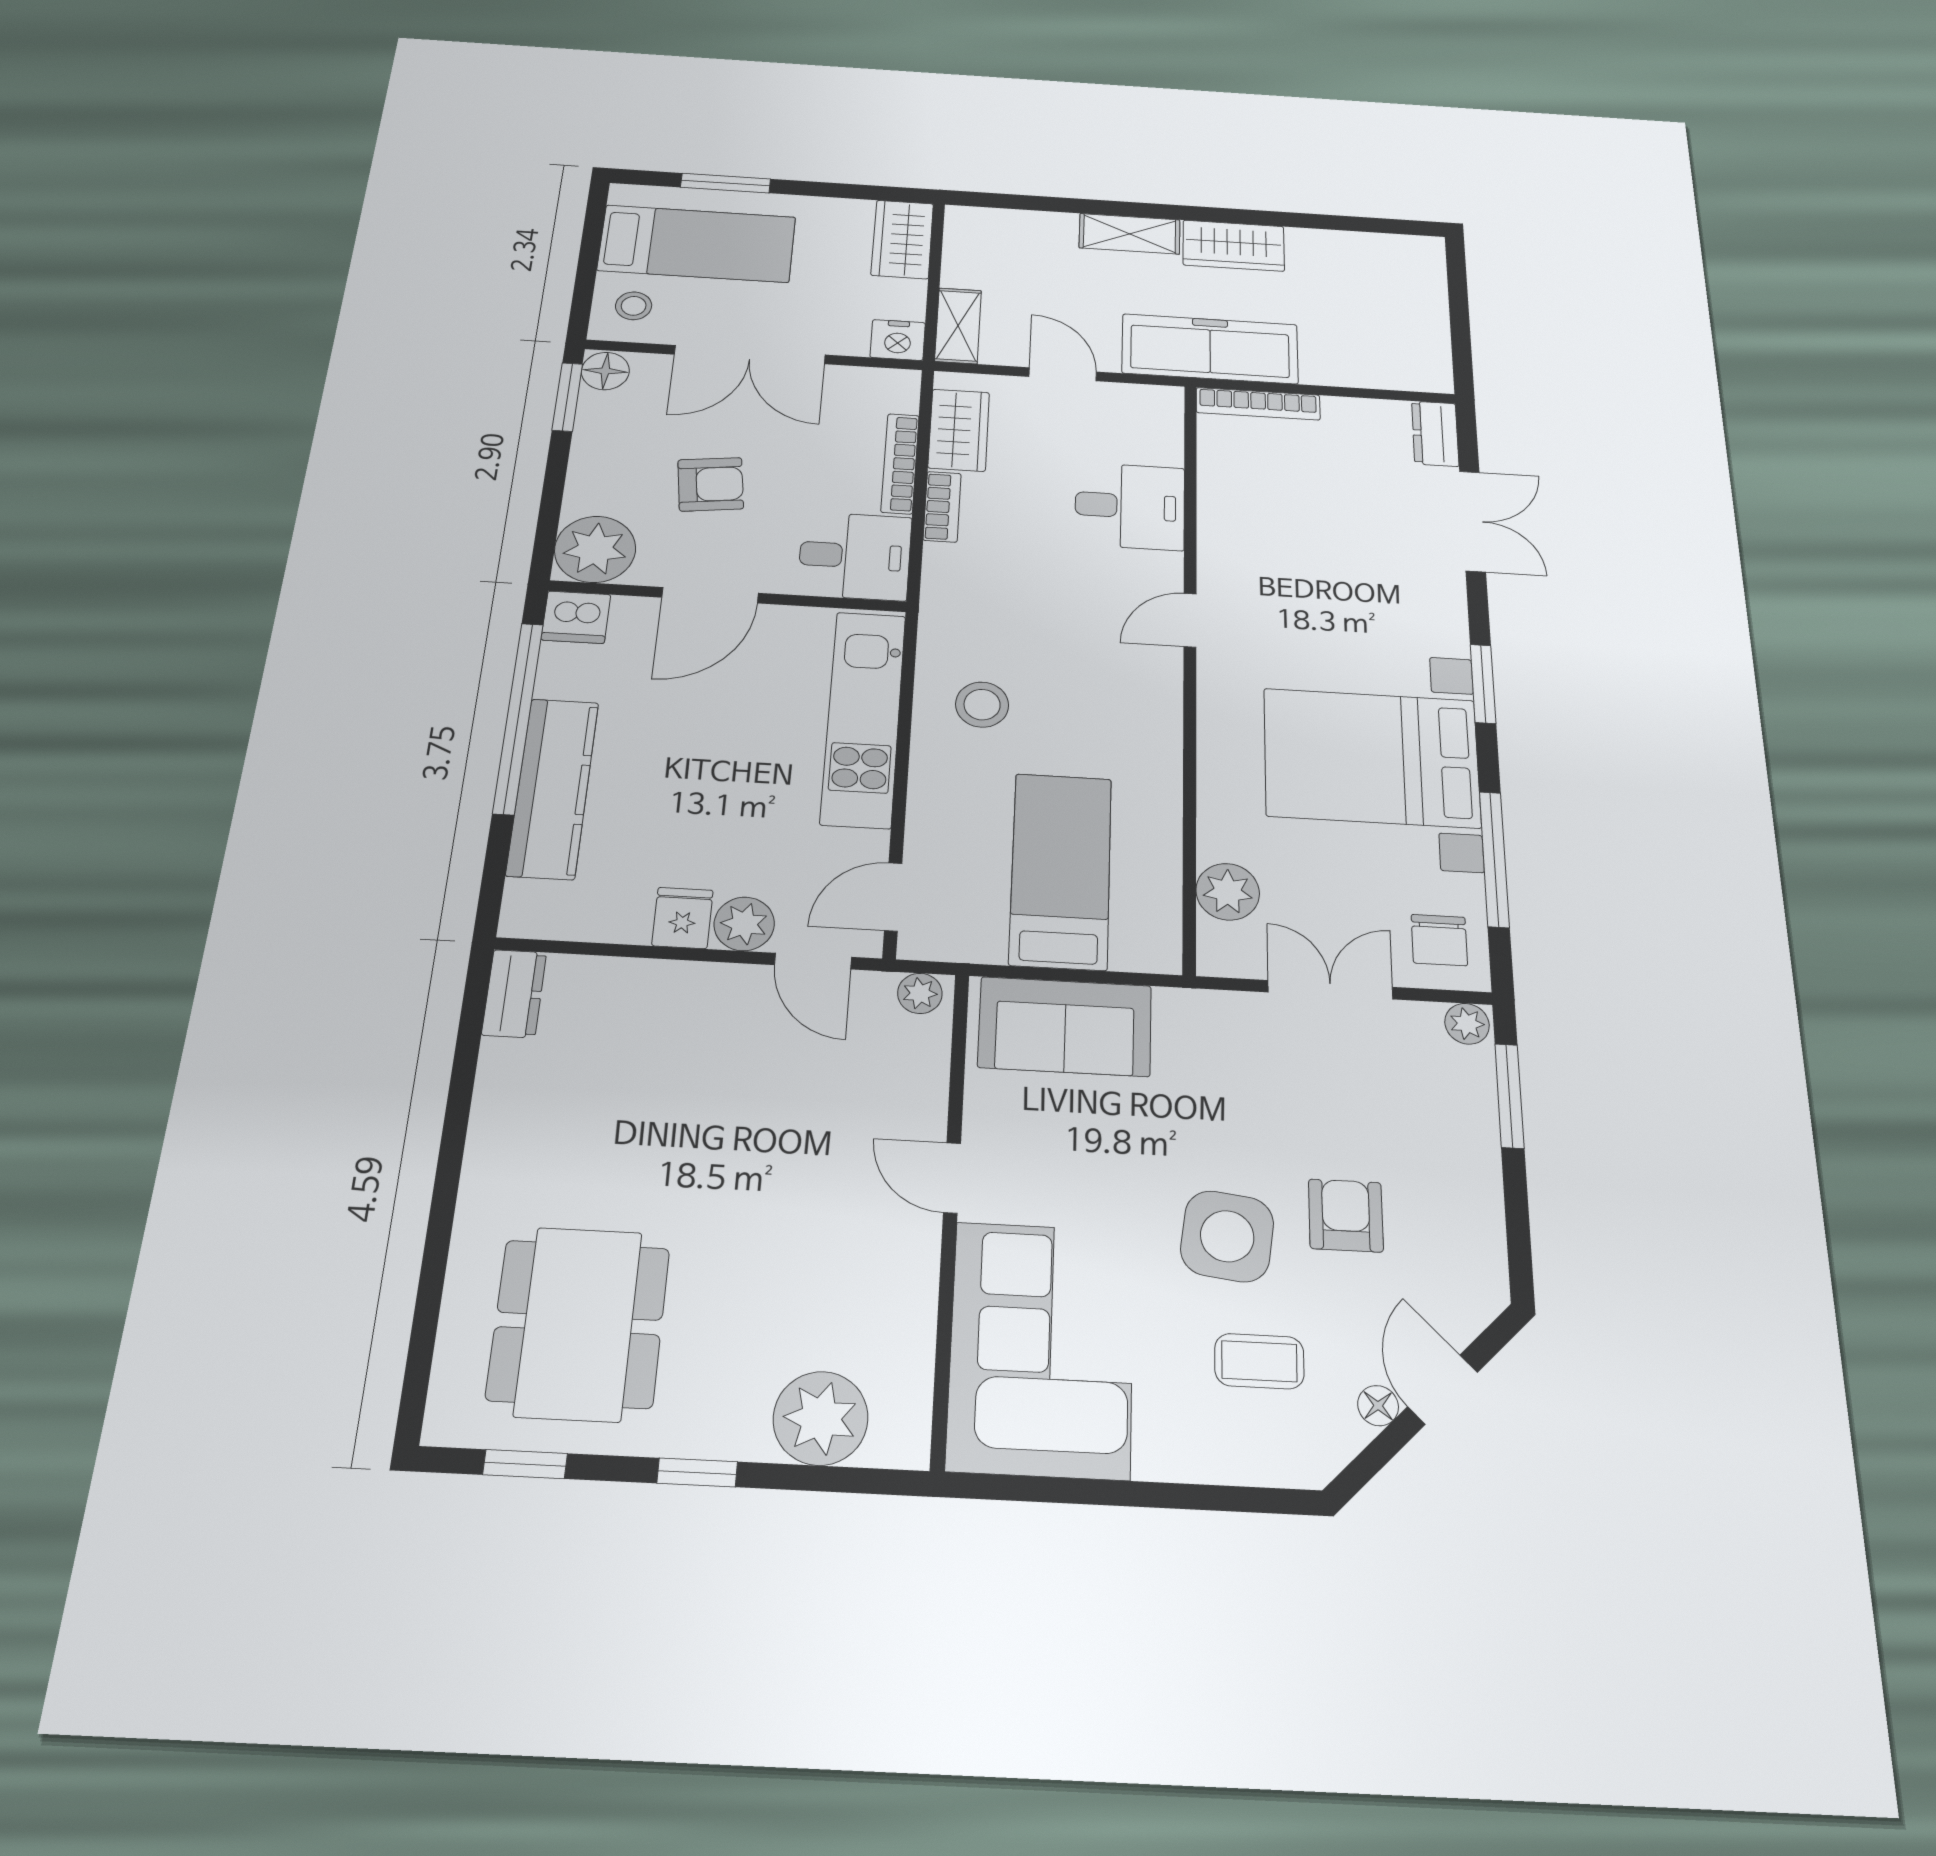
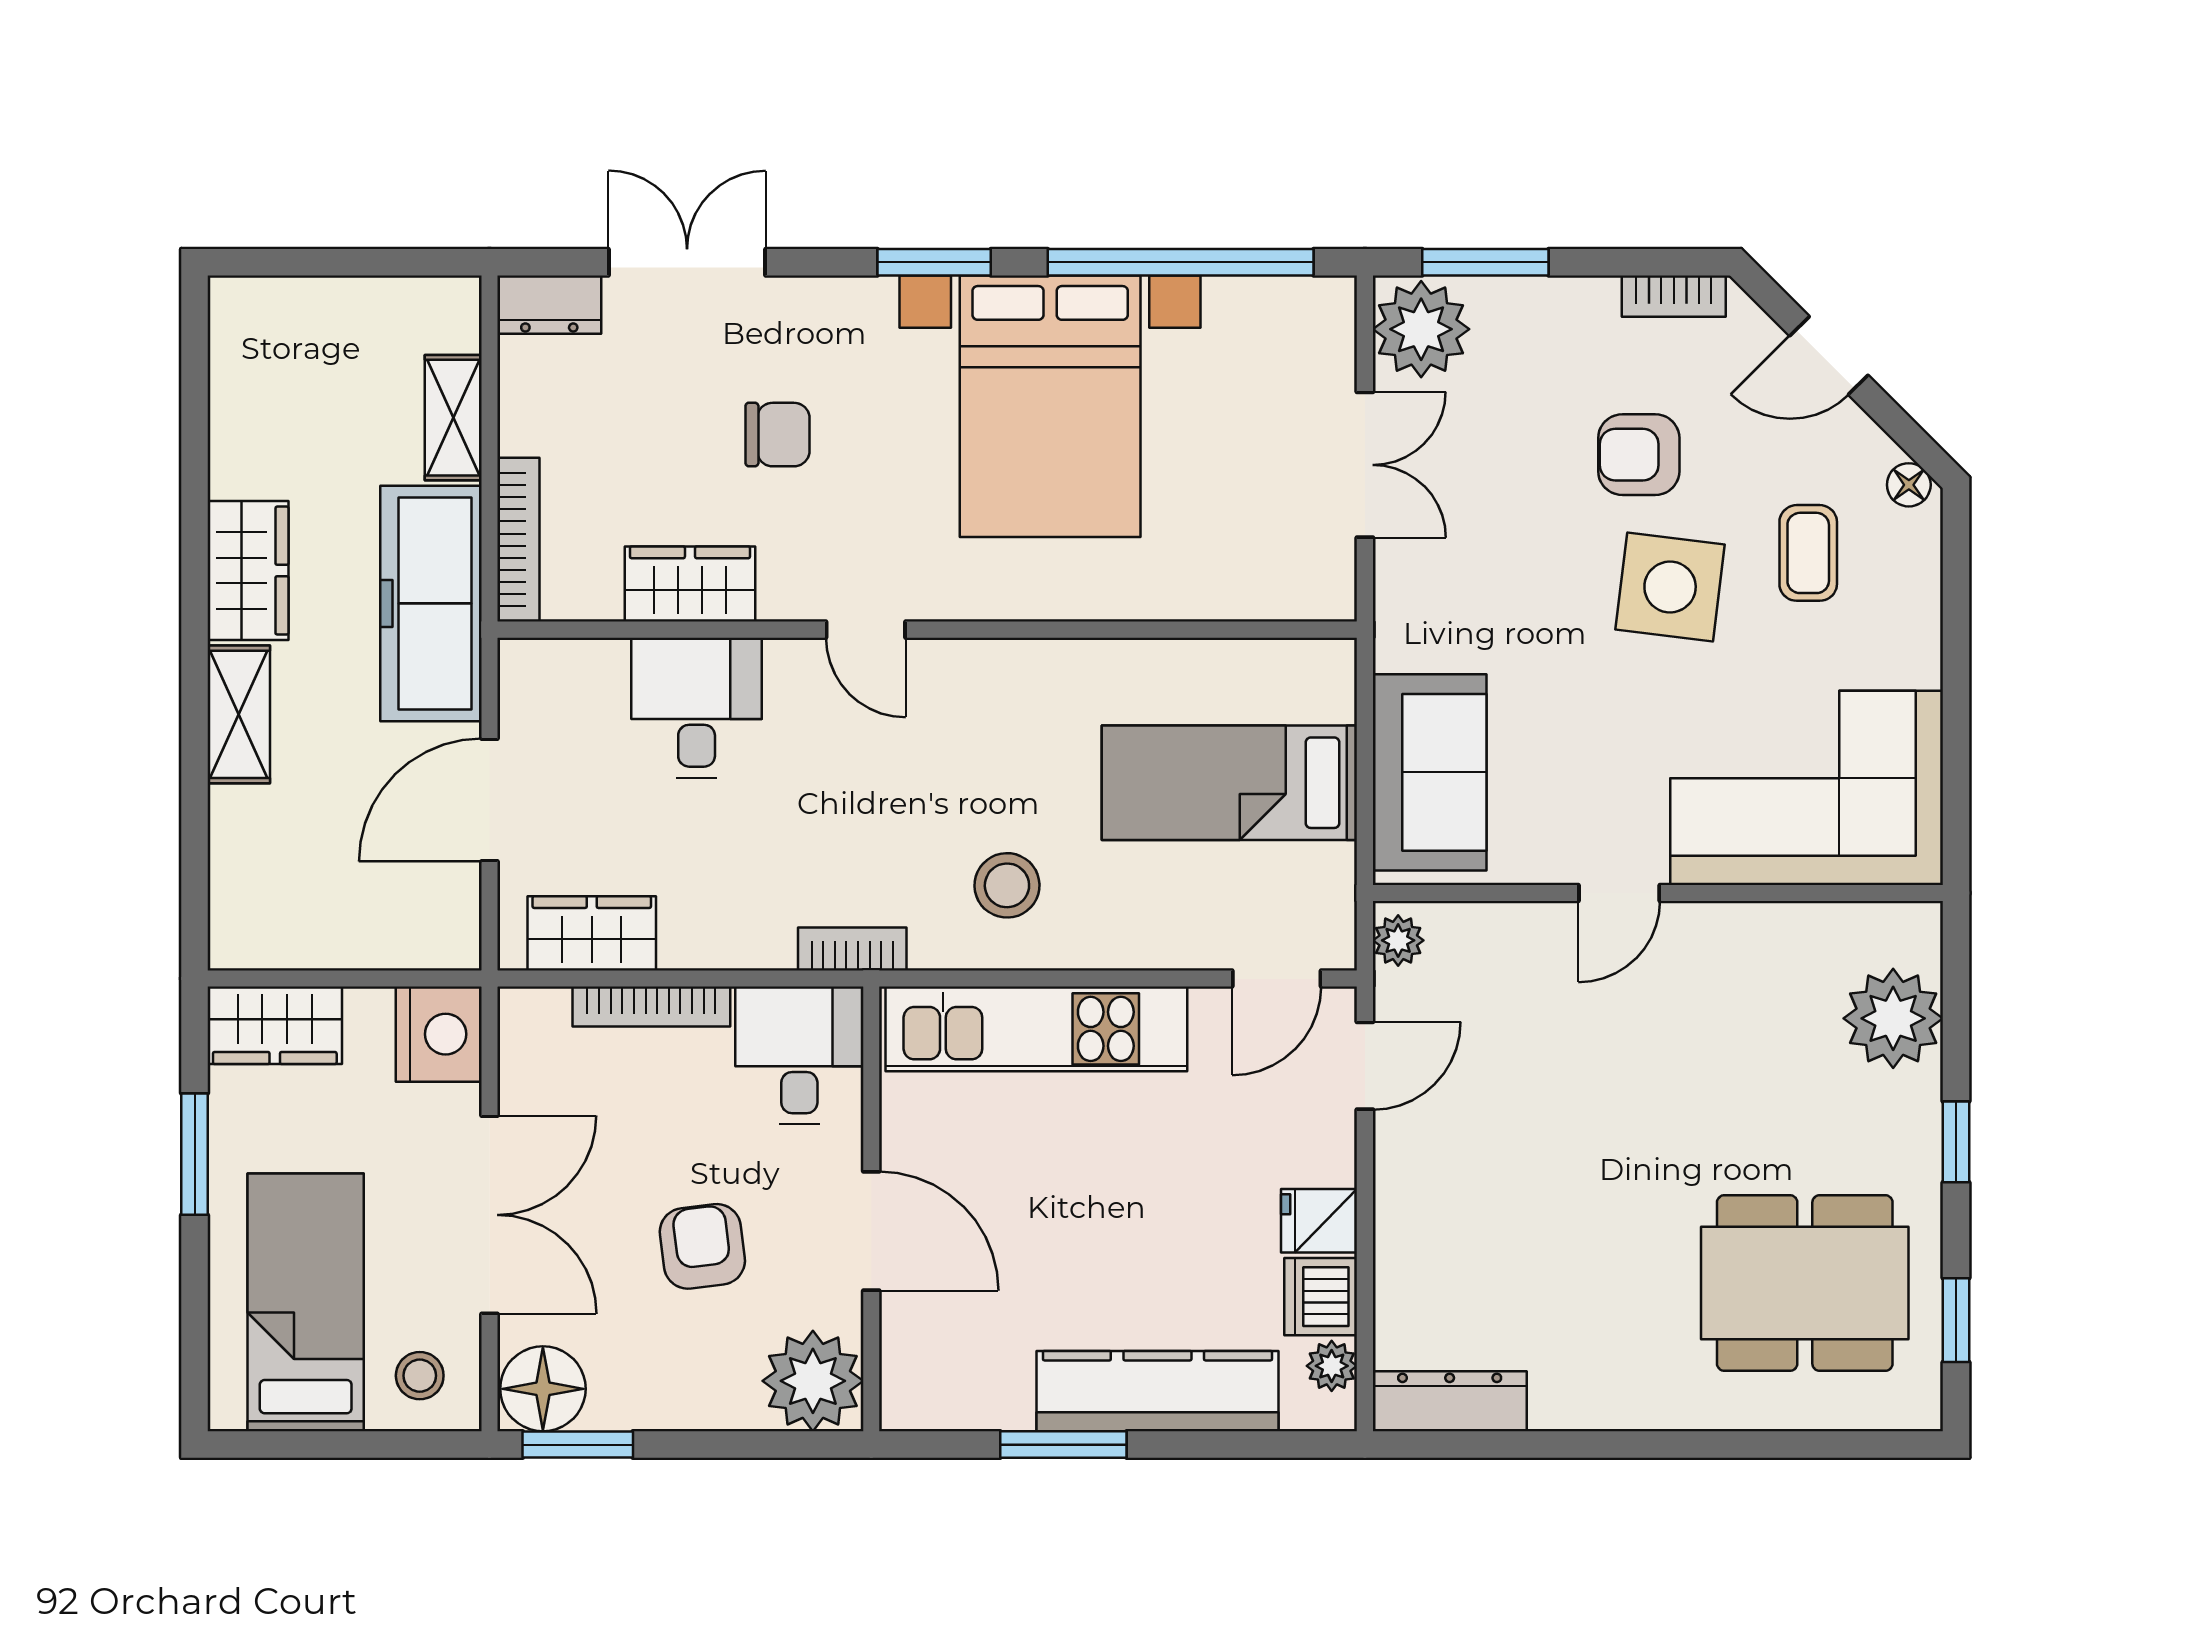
window: (726, 183) -> (195, 1154), moved
shelving: (958, 326) -> (453, 418), moved, turned 90
nightstand: (898, 340) -> (439, 1034), width x1.36, depth x1.33
floor lamp: (605, 371) -> (543, 1389), width x1.38, depth x1.38
door: (1063, 374) -> (489, 800), width x1.38
bookcase: (942, 507) -> (852, 949), moved
wardrobe: (1225, 508) -> (690, 584), added
dishwasher: (576, 617) -> (1321, 1297), moved, turned 180
window: (518, 718) -> (1063, 1445), width x0.47
window: (1494, 859) -> (1181, 262), width x1.46
plant: (1228, 892) -> (1245, 584), removed
door: (893, 897) -> (1277, 979), hinge flipped
plant: (744, 924) -> (1332, 1366), moved, width x0.73, depth x0.73
chair: (1439, 940) -> (778, 435), moved
double door: (1330, 990) -> (1365, 465), swing flipped
dresser: (514, 994) -> (1450, 1401), width x1.44
plant: (1467, 1024) -> (1421, 329), width x1.87, depth x1.87
bookcase: (1489, 1253) -> (1674, 296), added
floor lamp: (1378, 1406) -> (1909, 485), moved

